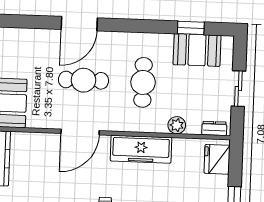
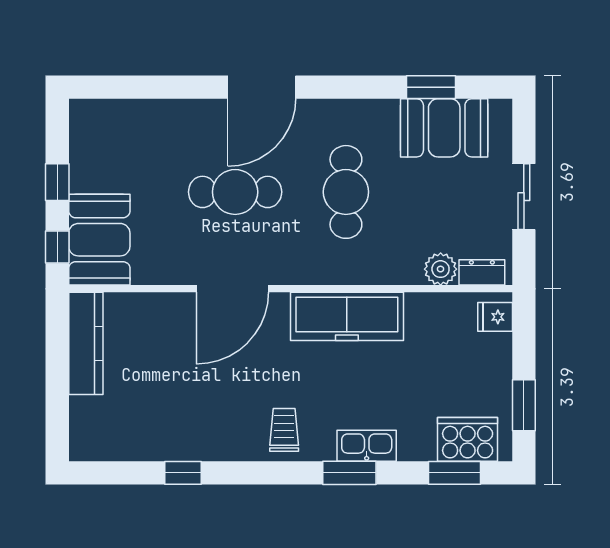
door: (79, 24) -> (262, 87), moved
plant: (177, 125) -> (441, 269), moved
fridge: (217, 159) -> (495, 317), width x0.53, depth x0.75

